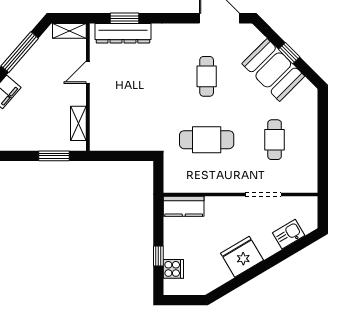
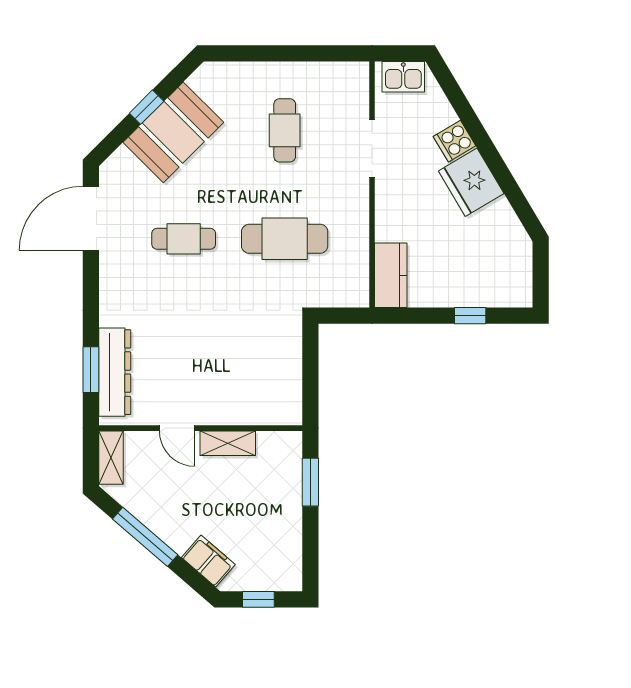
shelving: (78, 123) -> (228, 443), moved
cafe table: (207, 140) -> (285, 239), turned 90
cafe table: (275, 140) -> (285, 130), turned 90
kitchen sink: (289, 234) -> (403, 77), moved, turned -59
cooker: (173, 269) -> (455, 141), moved, turned -121

